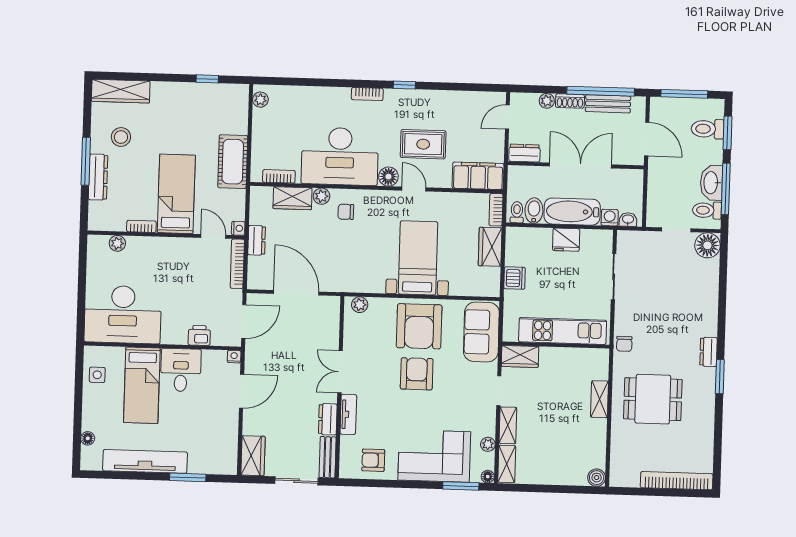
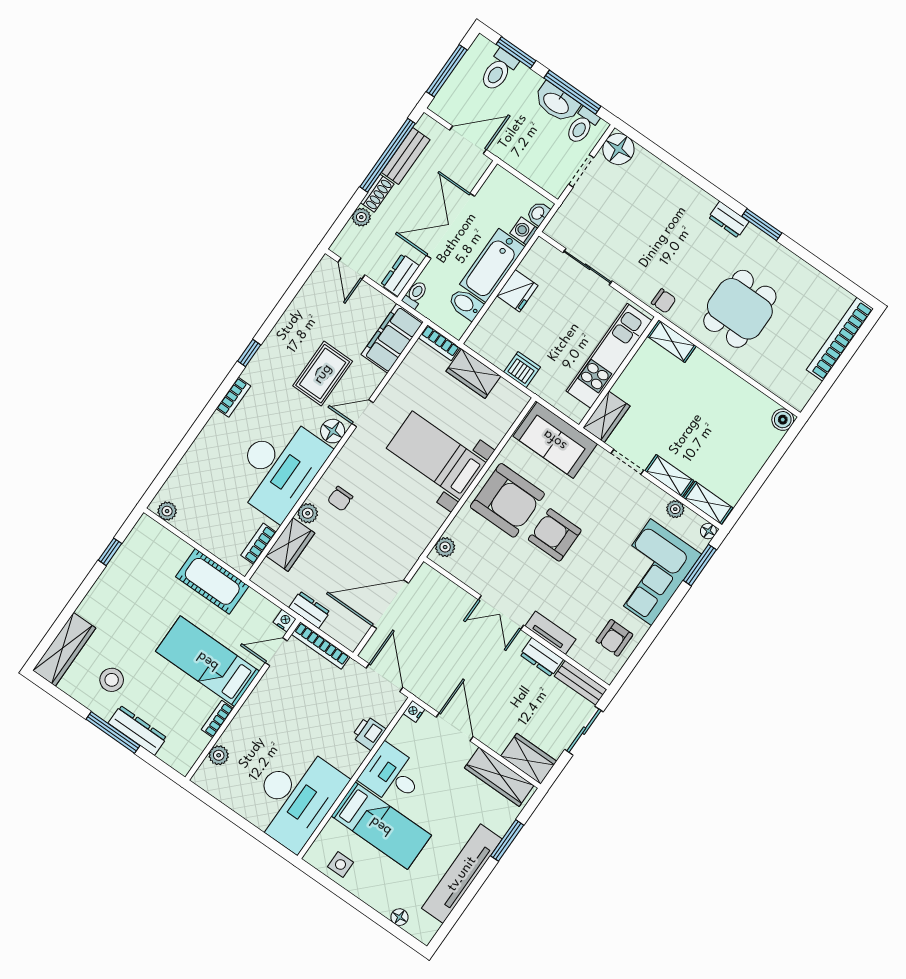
toilet: (517, 212) -> (415, 294), moved, turned 90
shelving: (599, 399) -> (672, 341), moved
wardrobe: (227, 444) -> (499, 777), added

